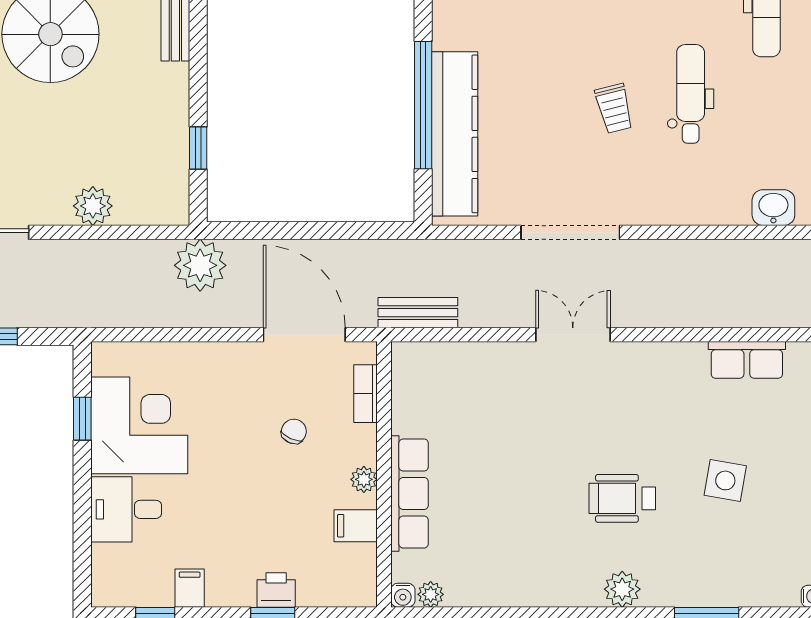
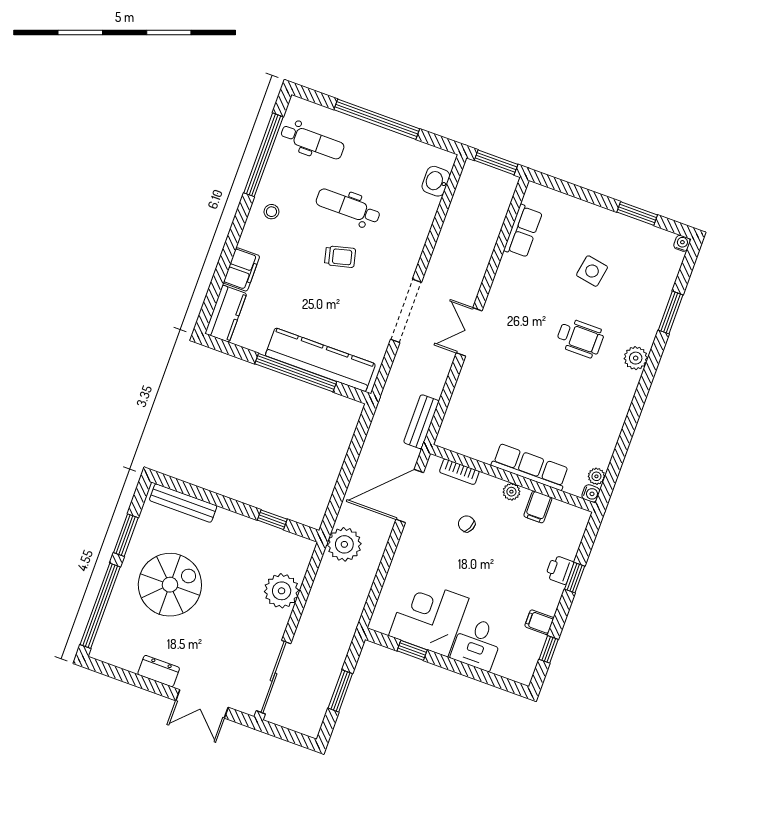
plant: (93, 206) -> (282, 591), width x1.36, depth x1.36
wheelchair: (622, 498) -> (580, 338), turned -90

